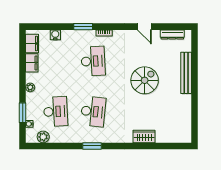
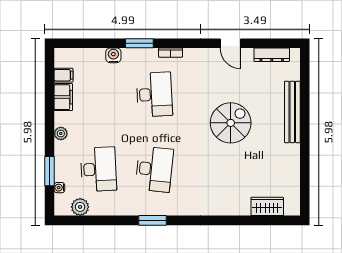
water cooler: (55, 35) -> (113, 55), moved
filing cabinet: (32, 43) -> (63, 75), width x0.50
wardrobe: (144, 137) -> (267, 206), moved

